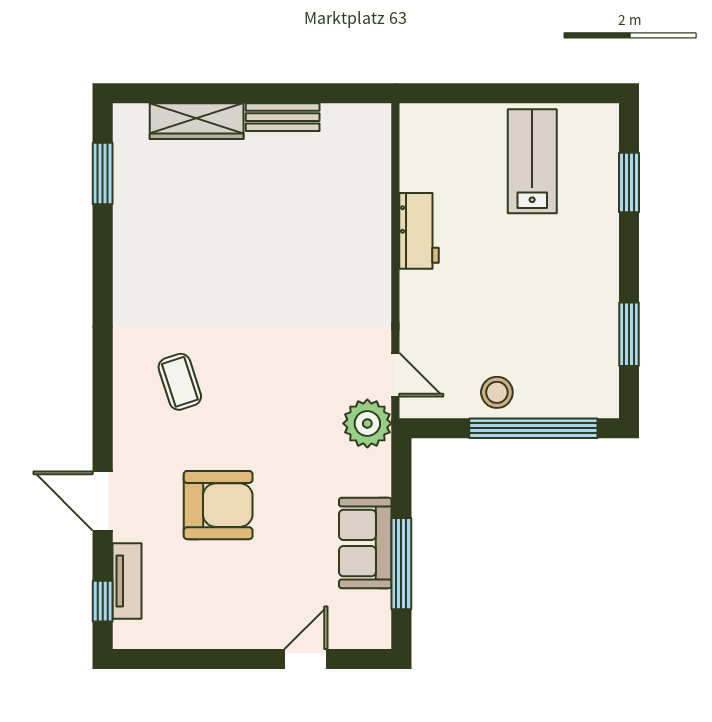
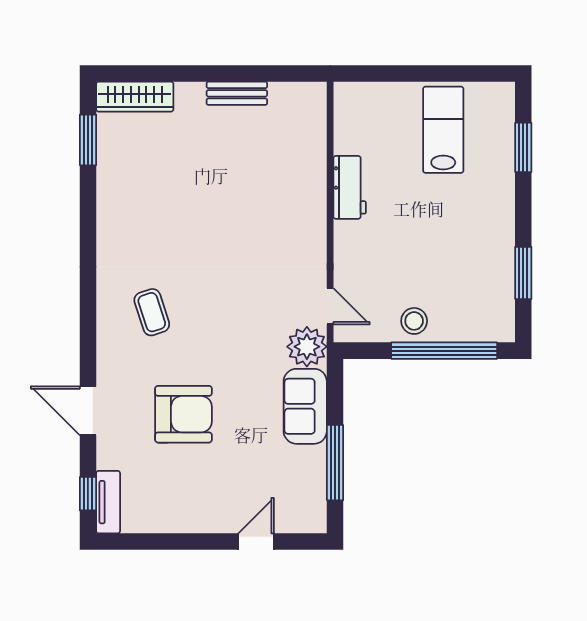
wardrobe: (197, 121) -> (135, 97), moved
sofa: (365, 543) -> (305, 406), moved
tv unit: (127, 581) -> (108, 502), moved

